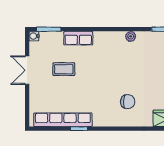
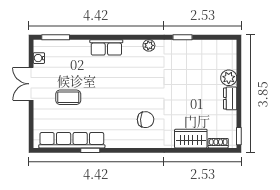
water cooler: (34, 36) -> (39, 58), moved
row of seats: (78, 38) -> (106, 47), moved
coffee table: (64, 69) -> (68, 97), moved

